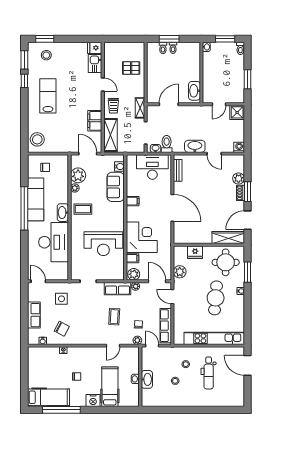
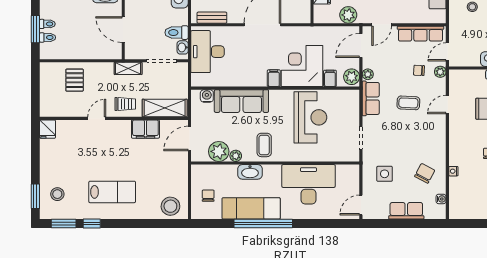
kitchen sink: (95, 64) -> (69, 129), removed
lab bench: (48, 96) -> (112, 192), turned 180
sofa: (116, 187) -> (241, 101), width x1.36
filing cabinet: (133, 201) -> (274, 78), moved
washbasin: (63, 213) -> (250, 172), moved
door: (113, 346) -> (447, 105), swing flipped

